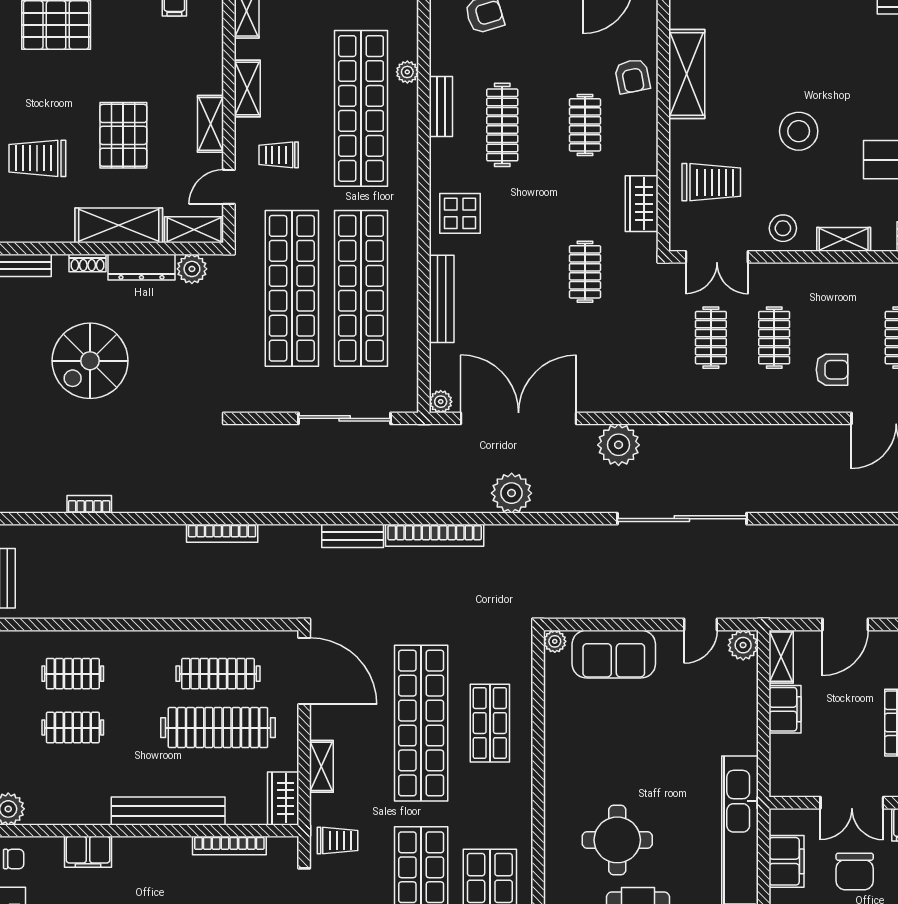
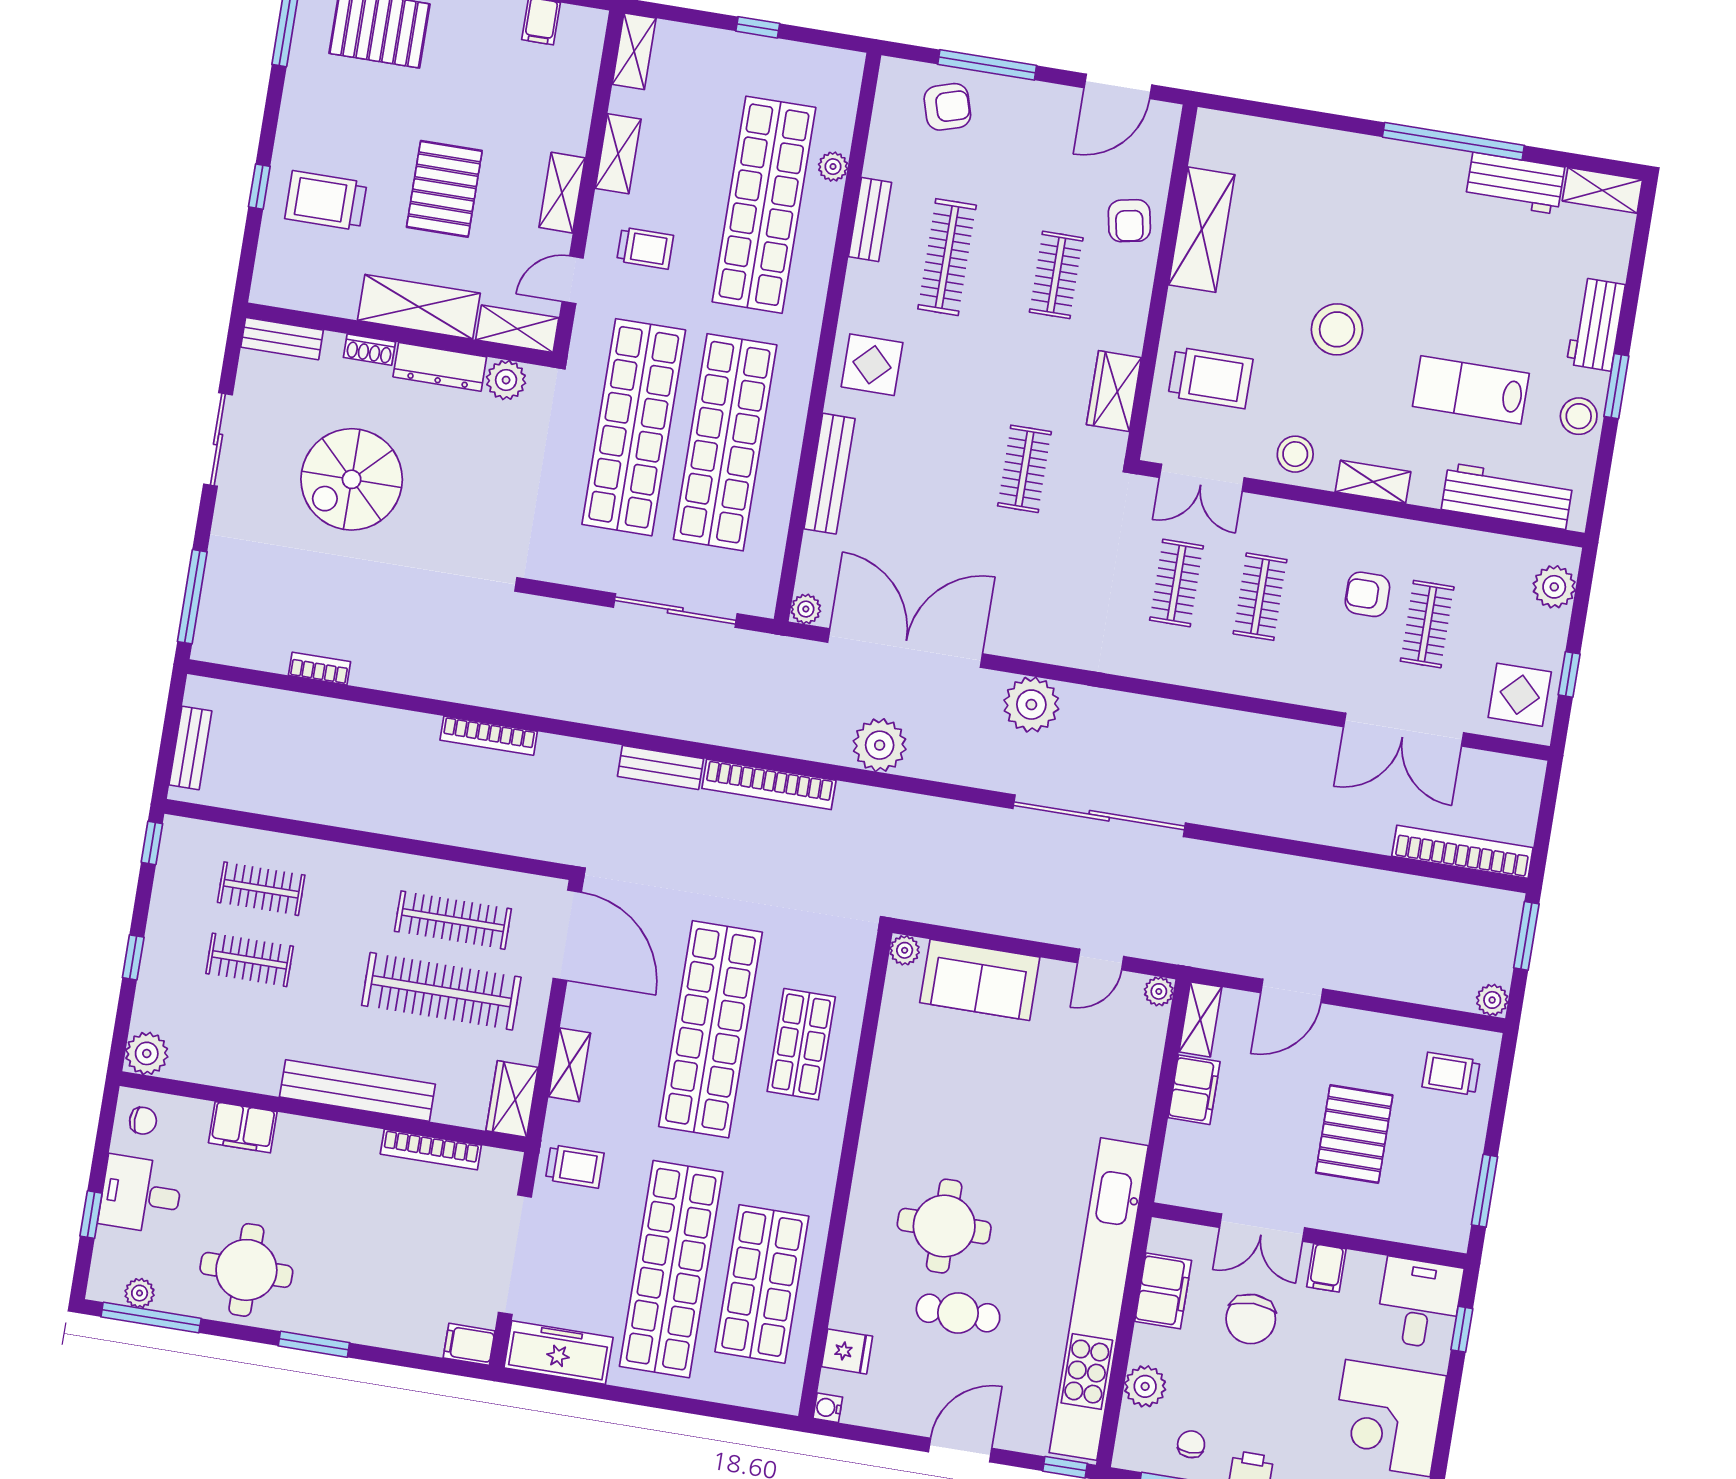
trolley: (279, 155) -> (645, 248), turned 180
armchair: (832, 370) -> (1367, 594), moved, turned 180
plant: (743, 645) -> (1159, 991), width x0.73, depth x0.73

